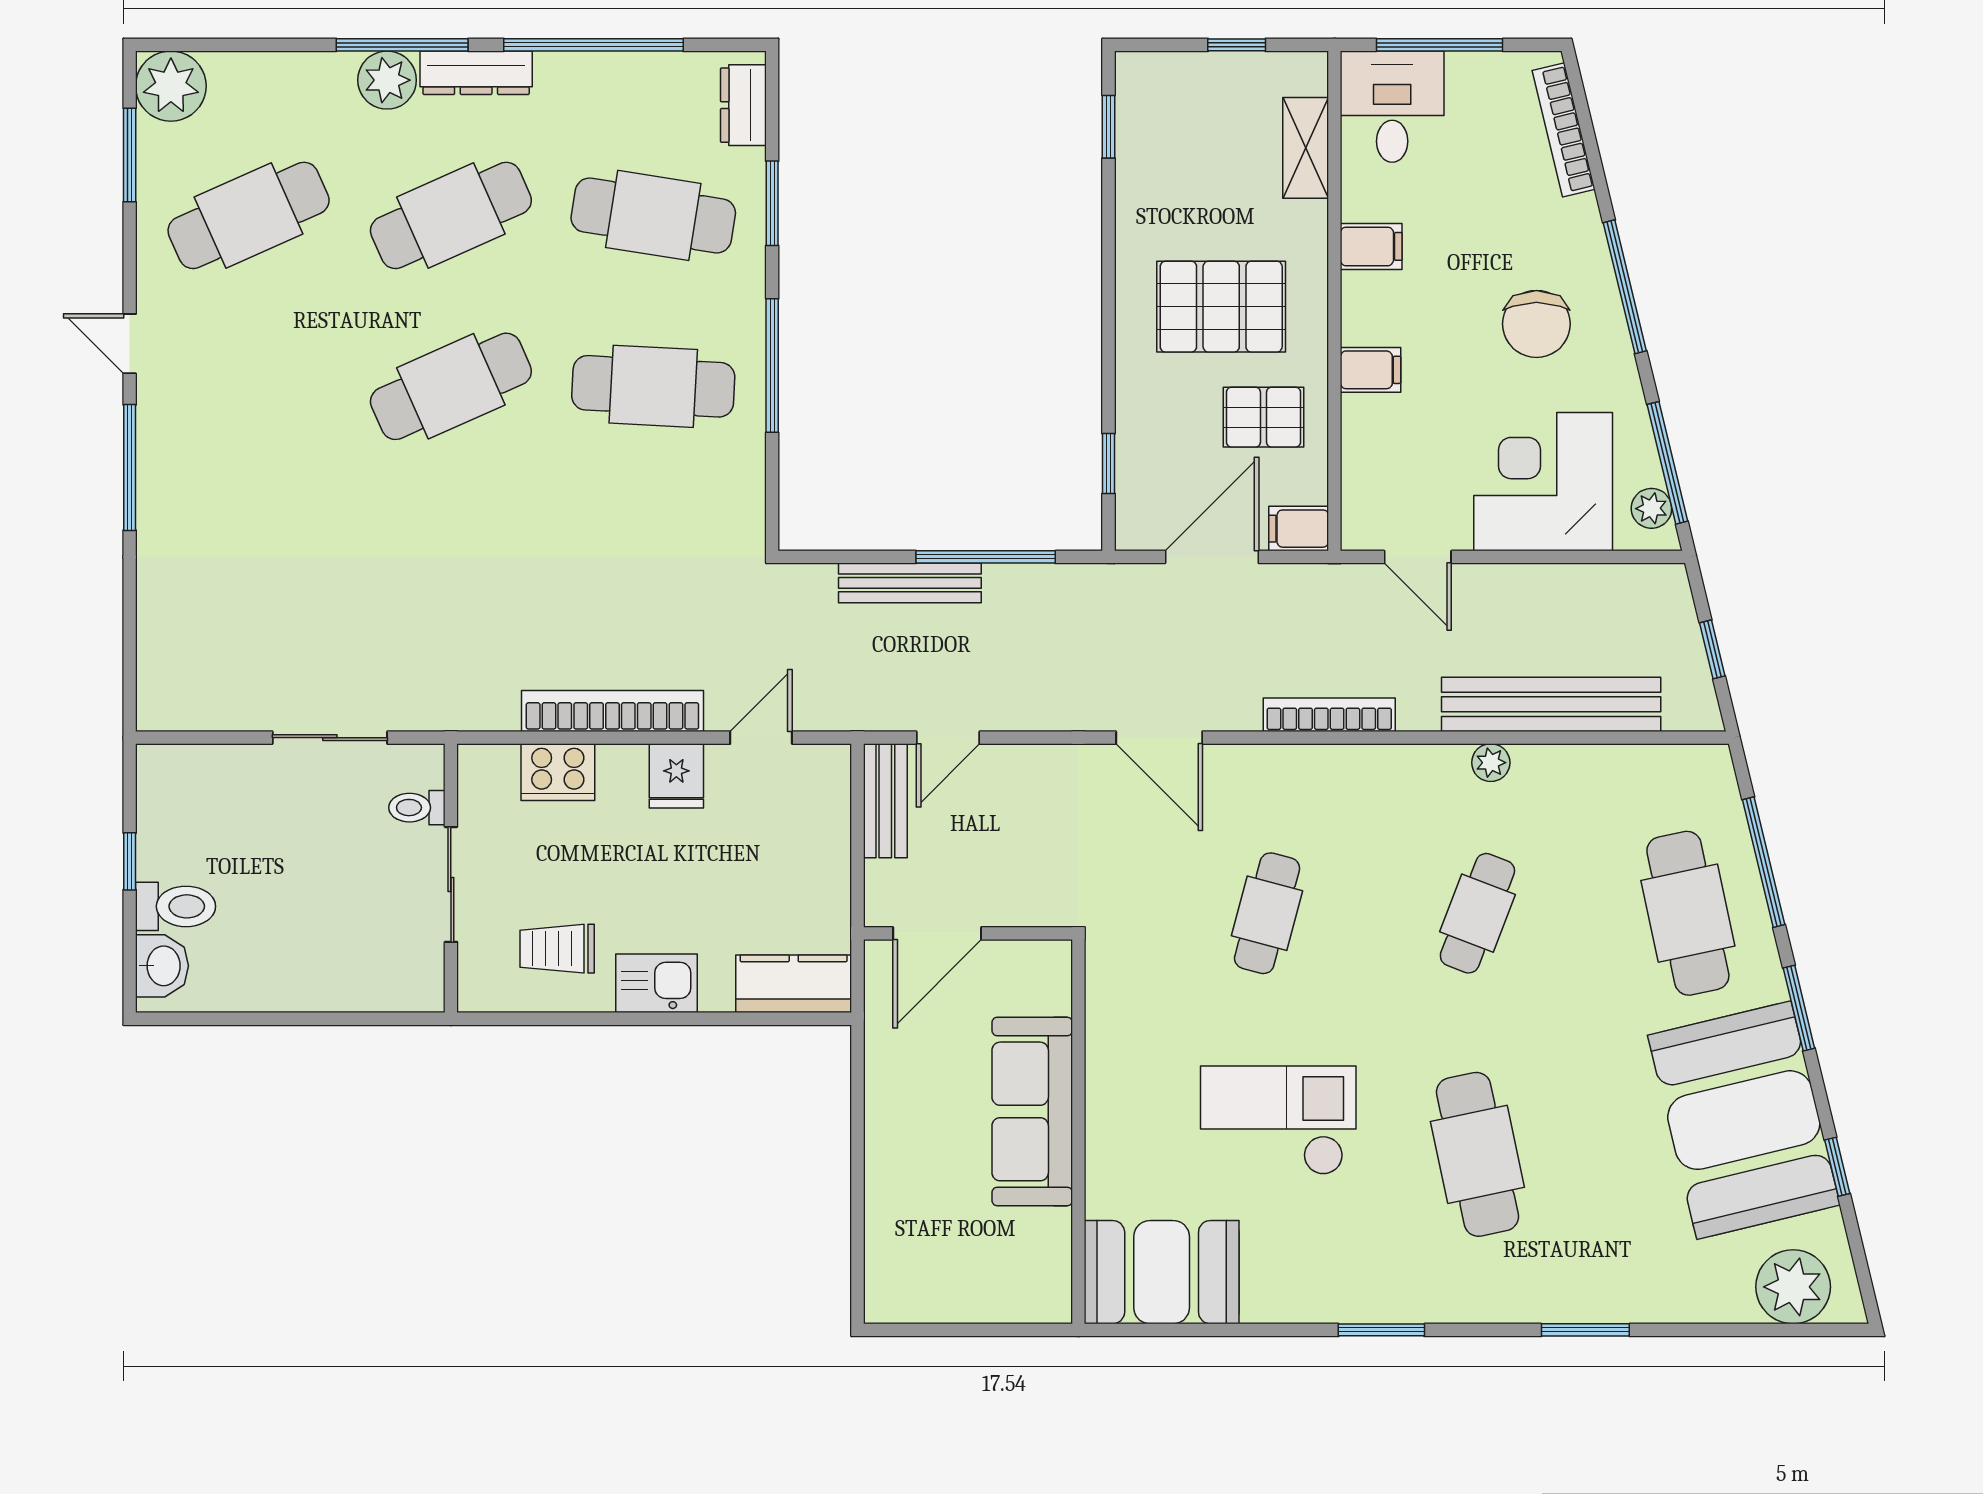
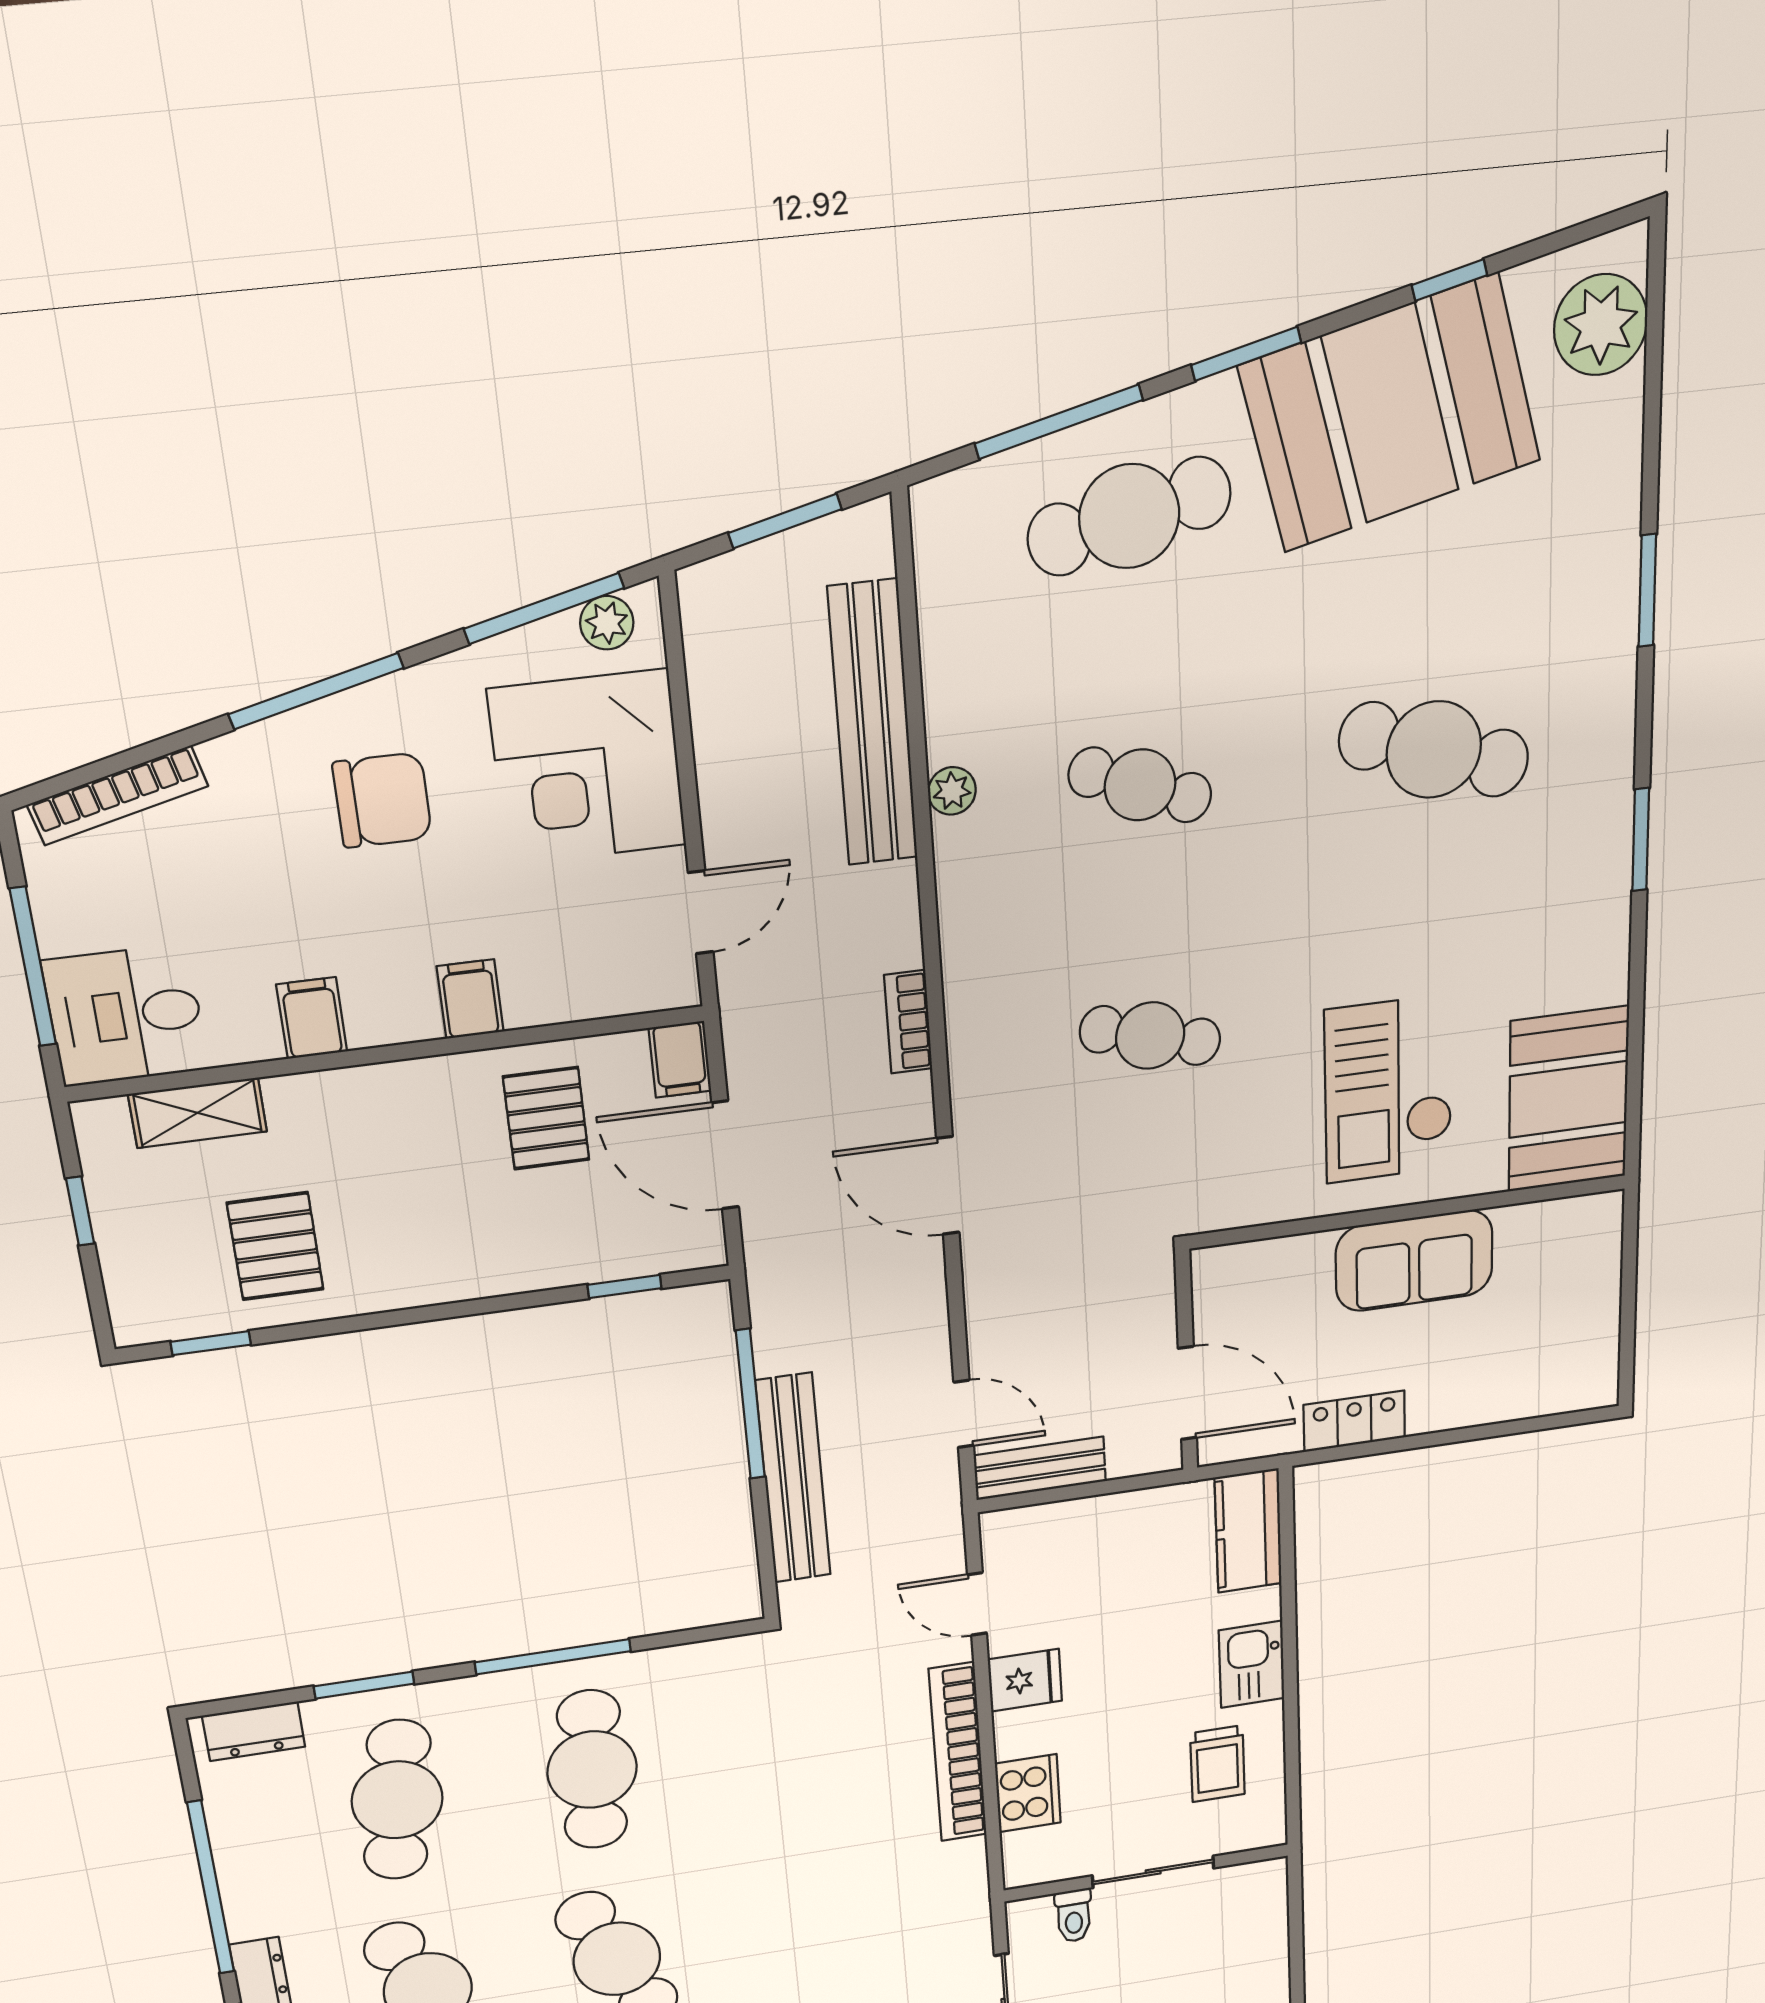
pallet: (1221, 307) -> (275, 1246), moved, width x0.67, depth x0.71
bench: (910, 583) -> (793, 1479), width x1.37, depth x1.21
window: (1712, 649) -> (785, 521), width x1.50
bookcase: (1329, 715) -> (908, 1022), width x0.64
door: (1159, 738) -> (948, 1186), swing flipped
locker: (887, 1082) -> (1354, 1421), added
sofa: (1032, 1111) -> (1414, 1261), width x0.73
checkout: (1278, 1120) -> (1389, 1089), moved
cafe table: (1477, 1154) -> (1434, 750), turned 30

